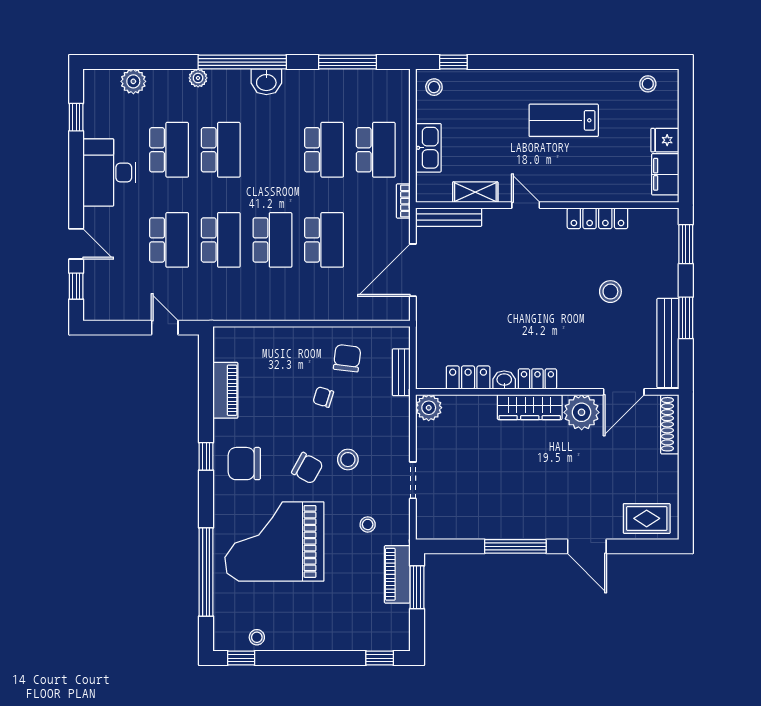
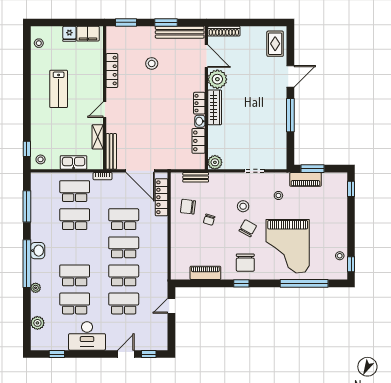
locker: (364, 309) -> (161, 197), added

